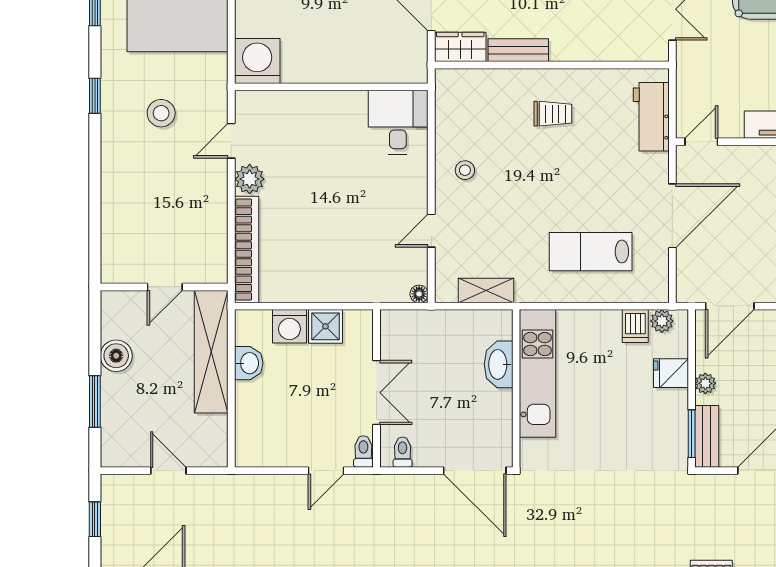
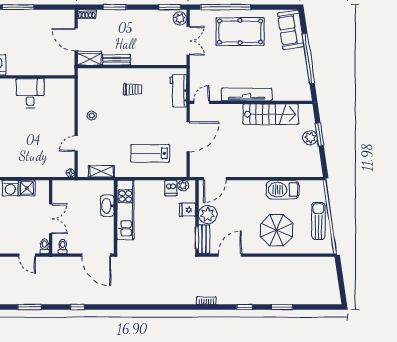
desk: (398, 122) -> (30, 93), moved
plant: (705, 383) -> (208, 215), width x1.88, depth x1.88
door: (326, 471) -> (27, 255), hinge flipped

